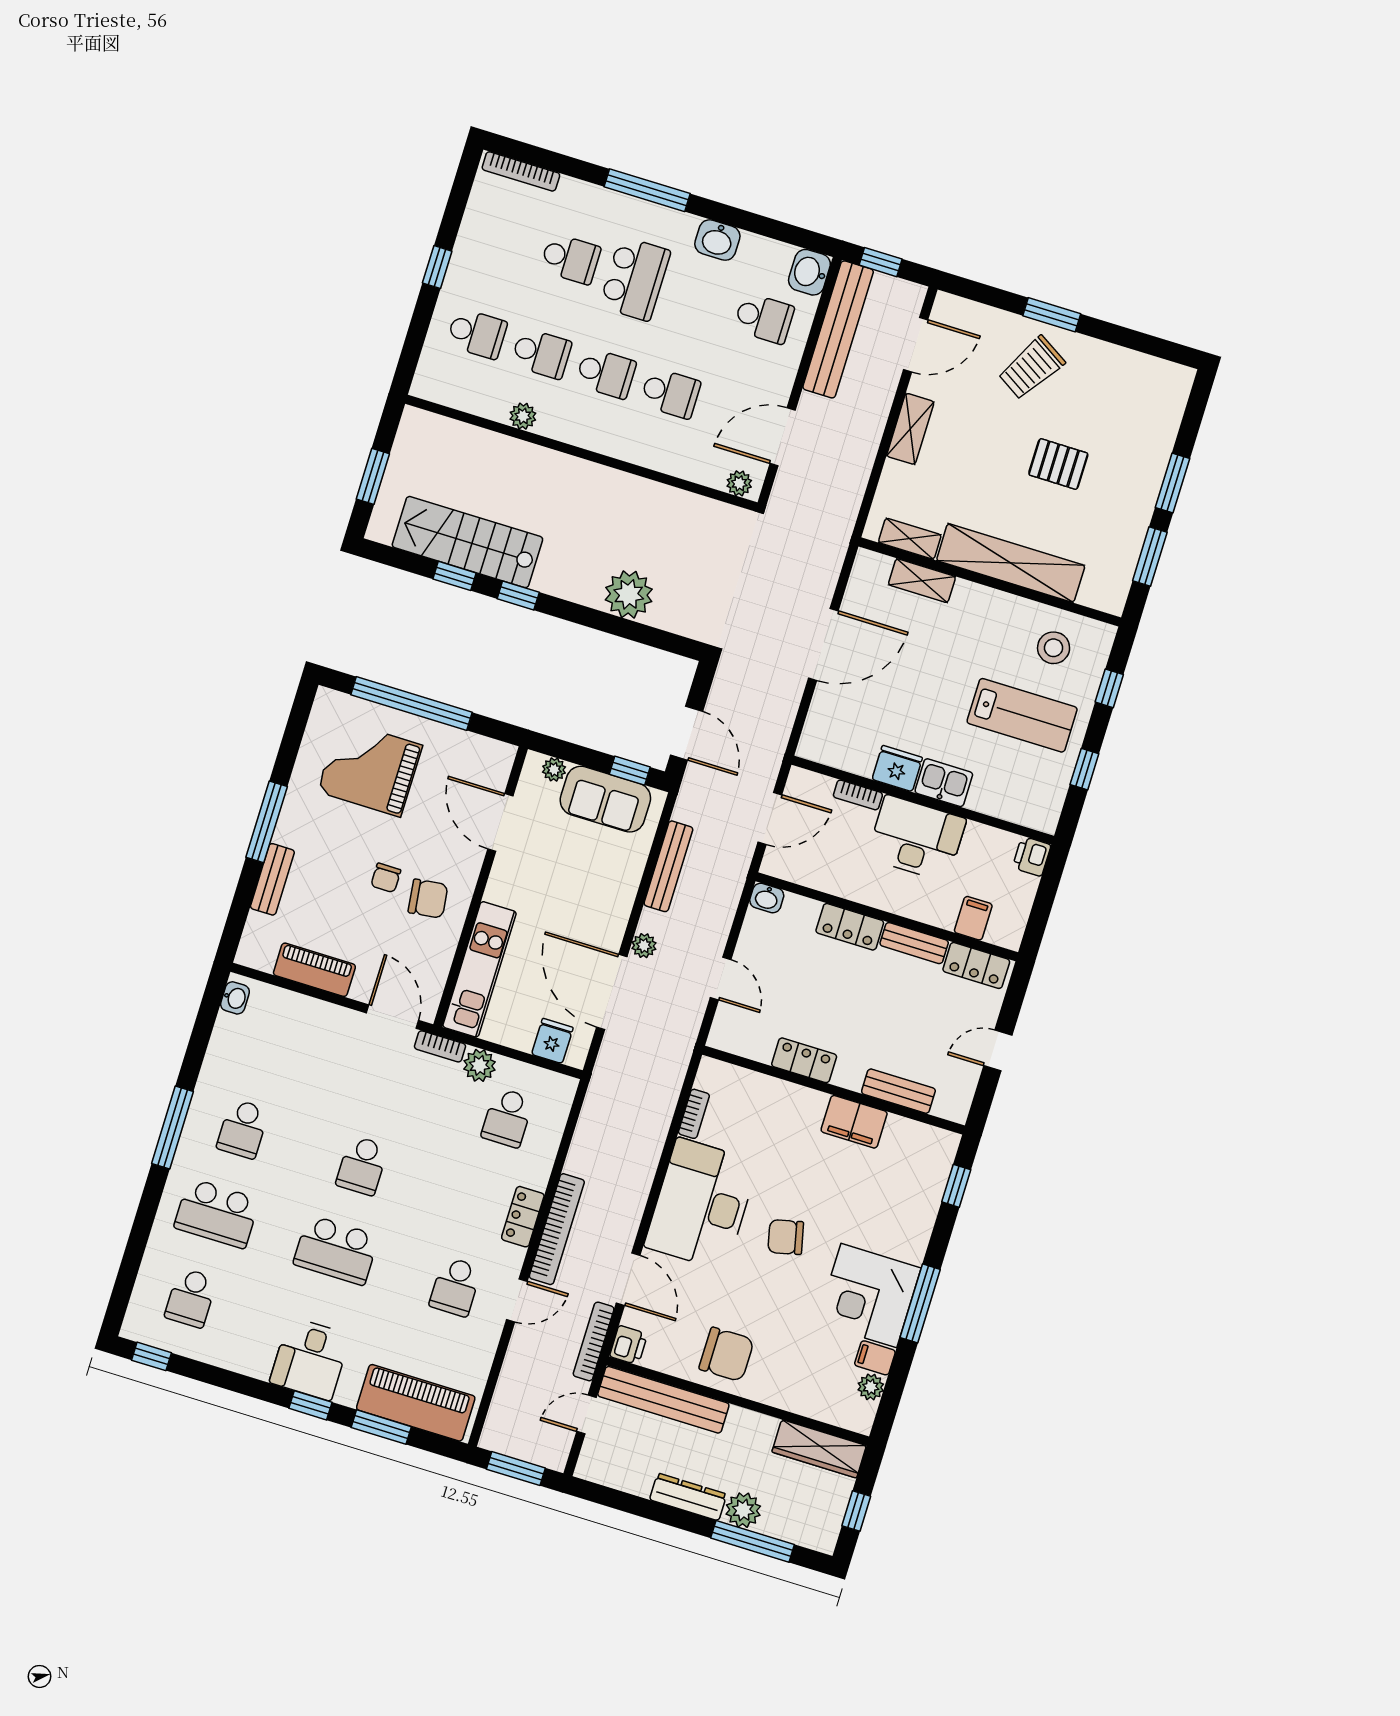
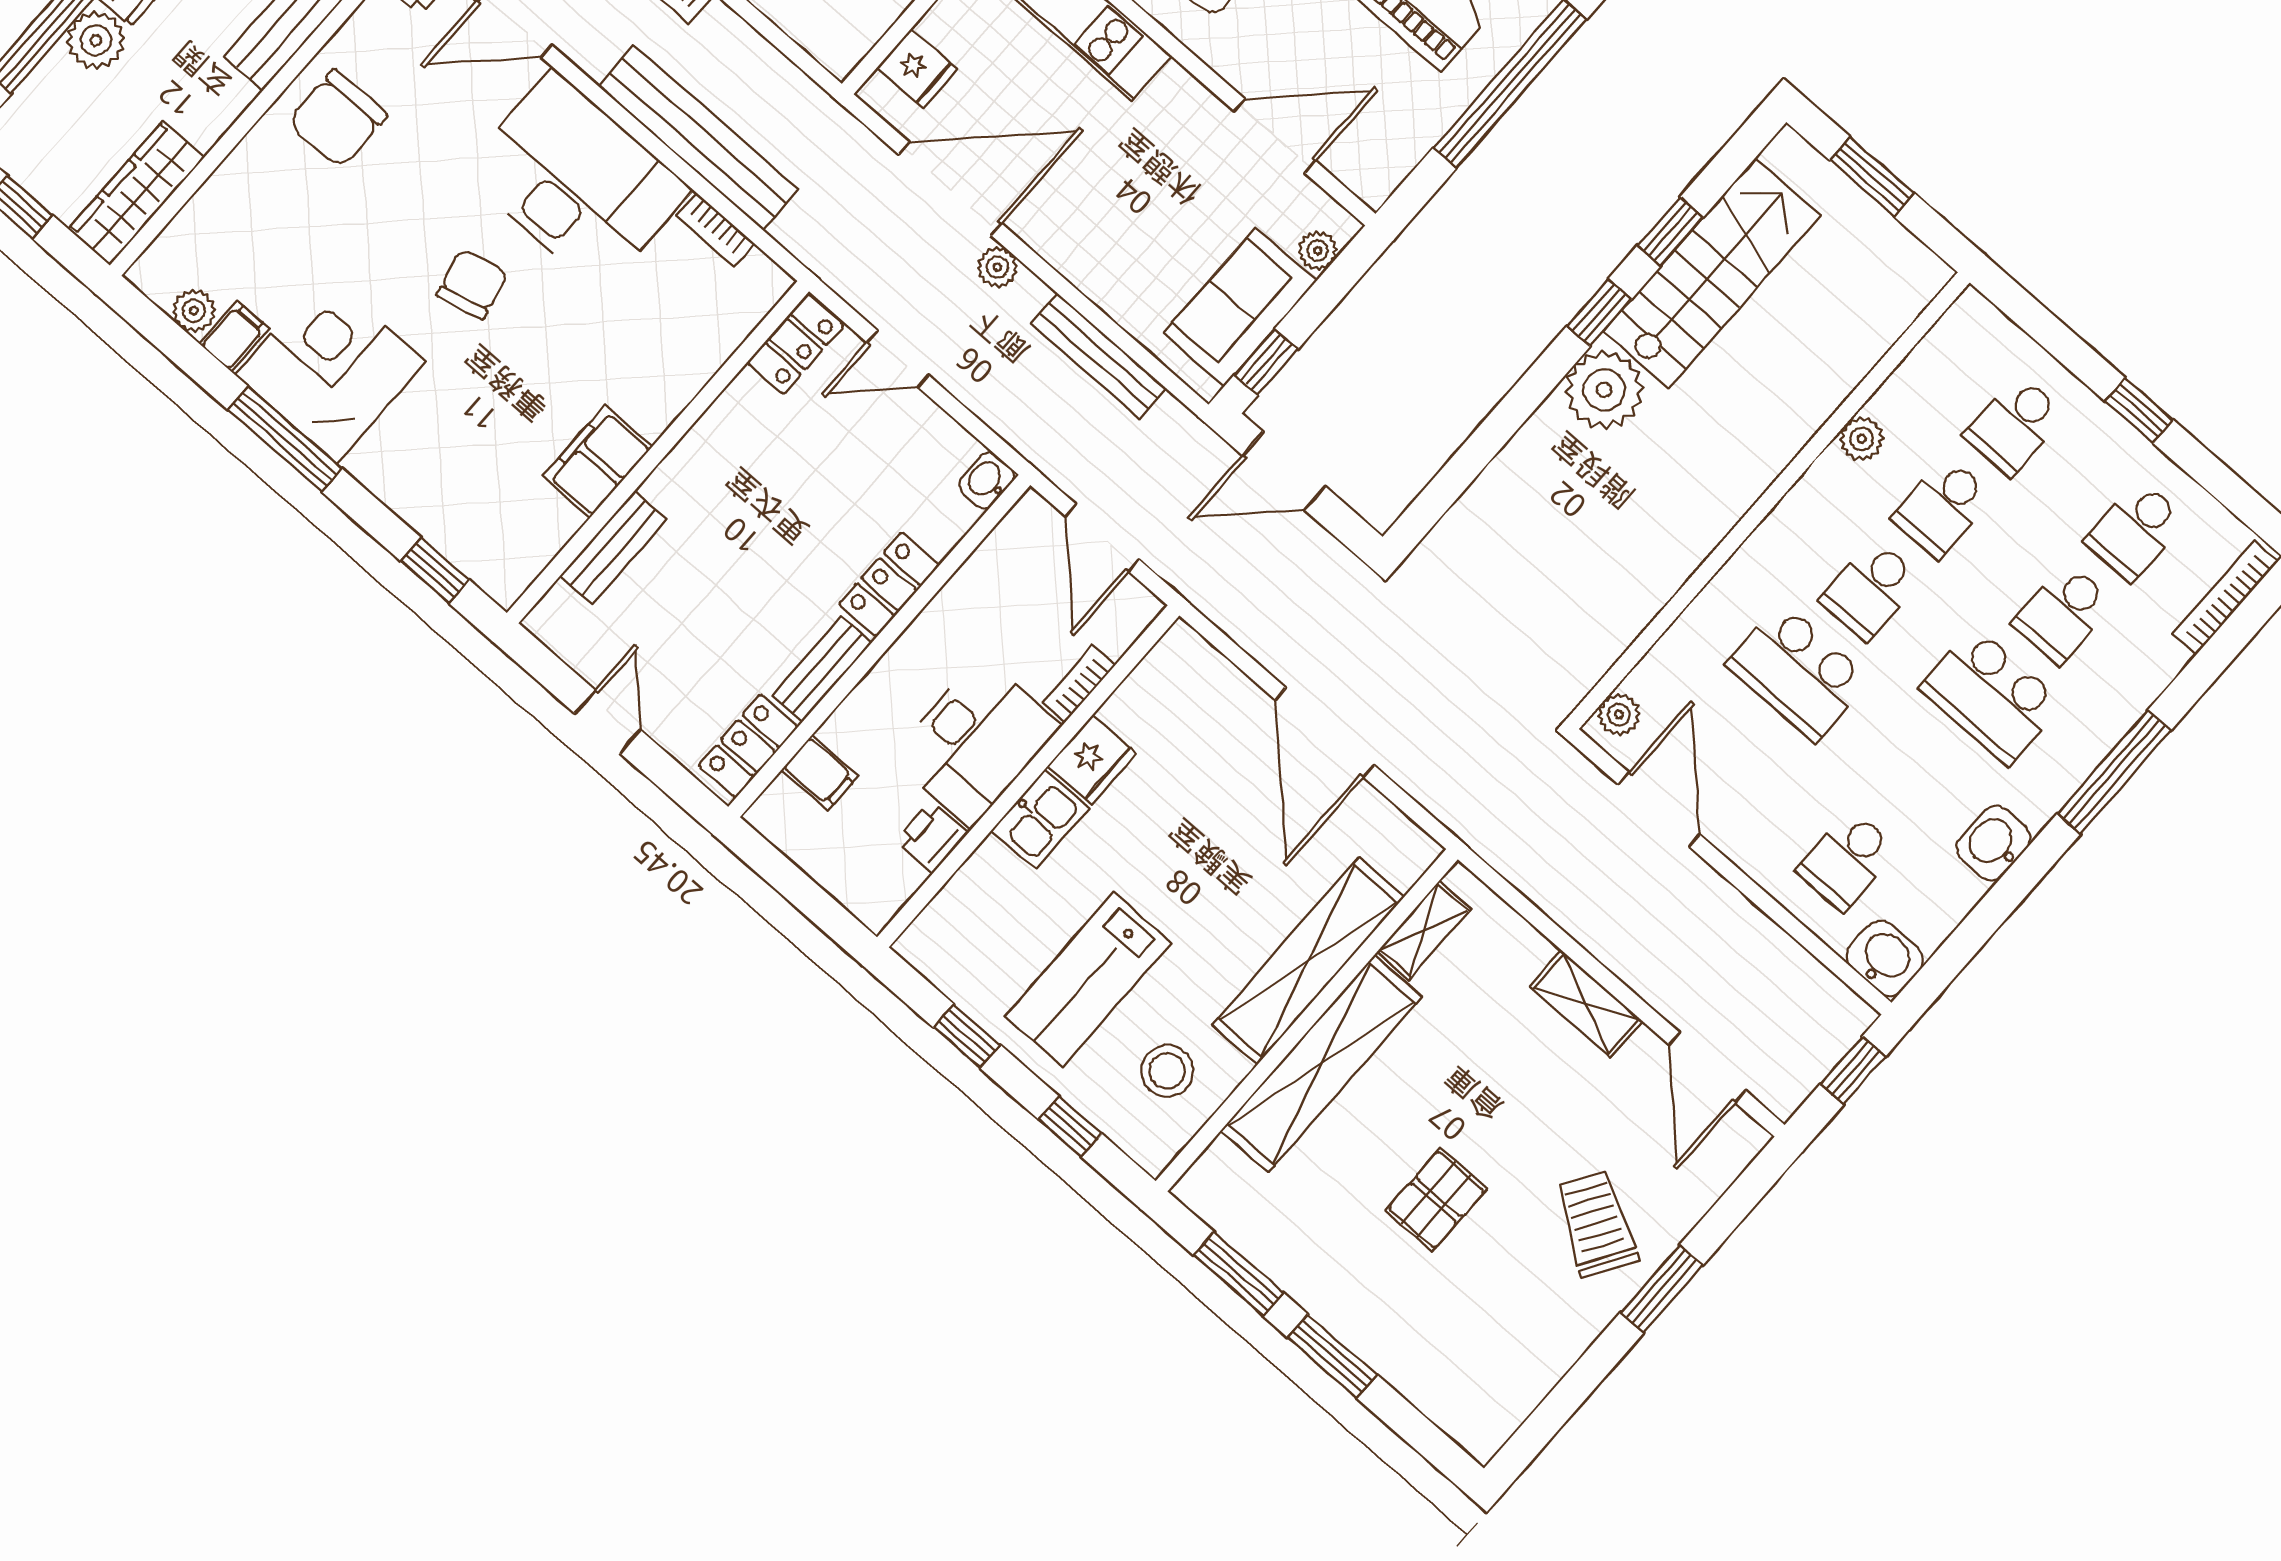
school desk: (506, 239) -> (2135, 531), added
bench: (838, 329) -> (698, 138), moved
school desk: (670, 393) -> (1798, 672), width x1.85
shelving: (922, 581) -> (1308, 961), width x2.20, depth x1.33
plant: (629, 594) -> (1604, 390), moved
printer: (1032, 856) -> (932, 837), moved, turned -90
locker: (804, 1060) -> (795, 344), moved

